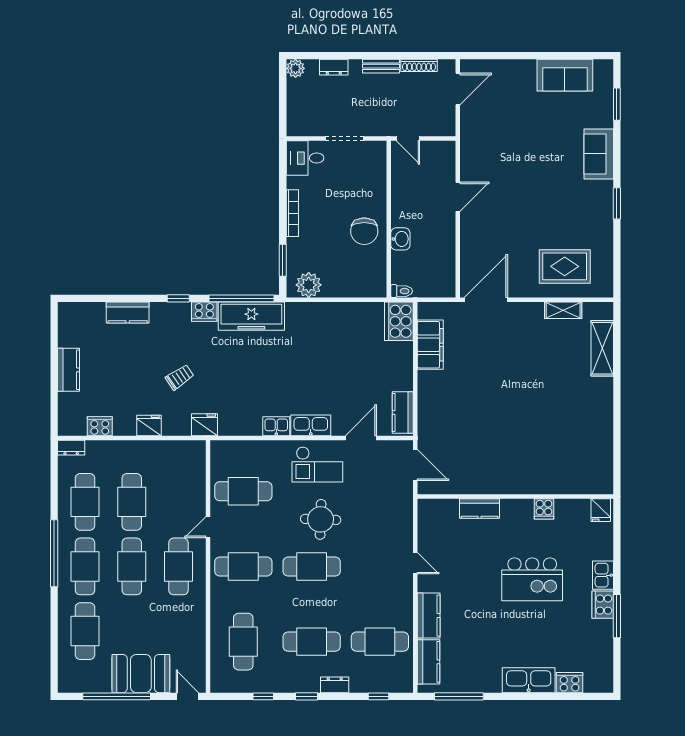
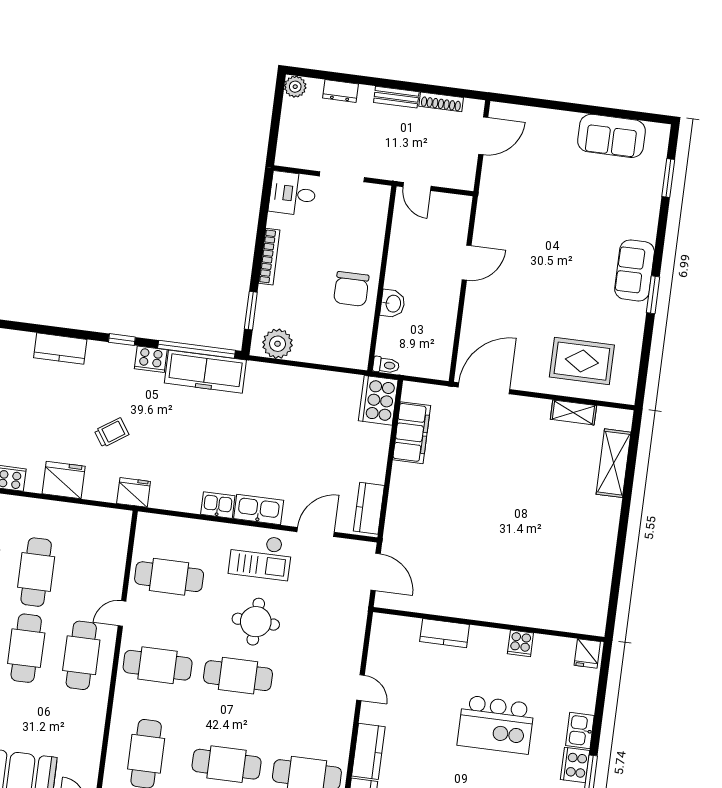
sofa: (599, 154) -> (635, 270), moved
fridge: (149, 425) -> (64, 480), width x1.36, depth x1.34

